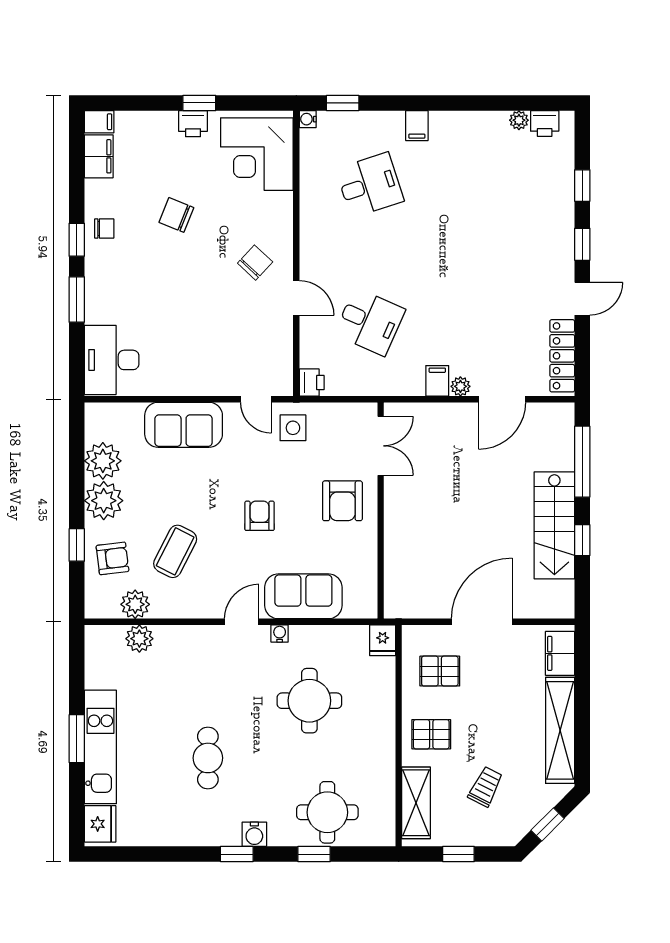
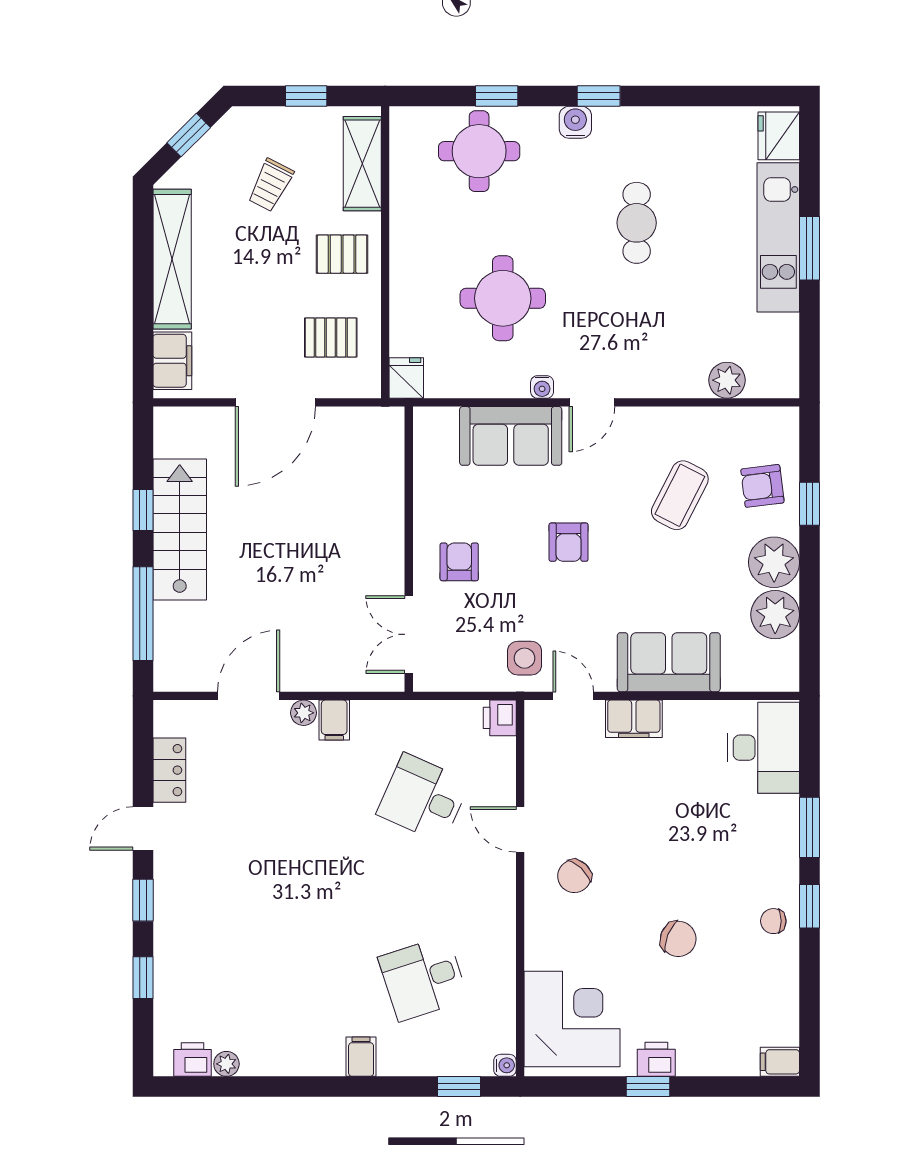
filing cabinet: (99, 156) -> (634, 719), moved, turned -90
locker: (562, 356) -> (169, 770), width x0.66
armchair: (342, 501) -> (459, 562), width x0.72, depth x0.72
plant: (135, 604) -> (733, 425), removed

